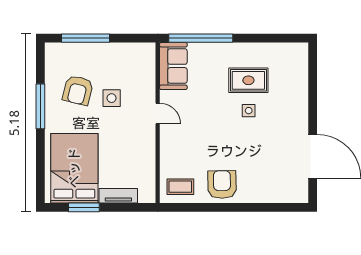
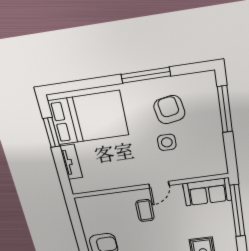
armchair: (78, 90) -> (169, 110), turned 66
coffee table: (180, 187) -> (145, 211), moved

